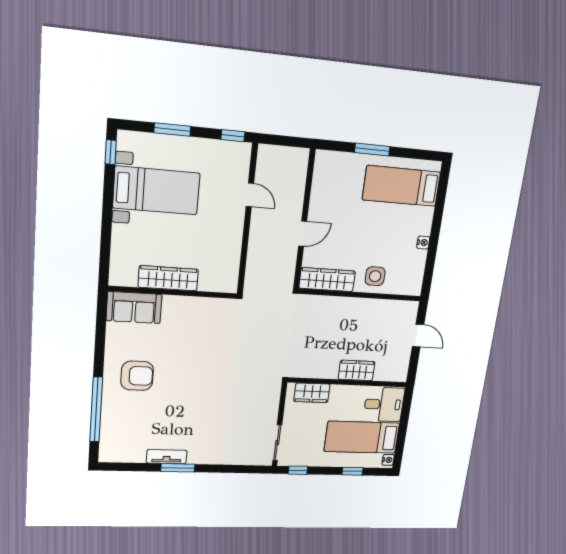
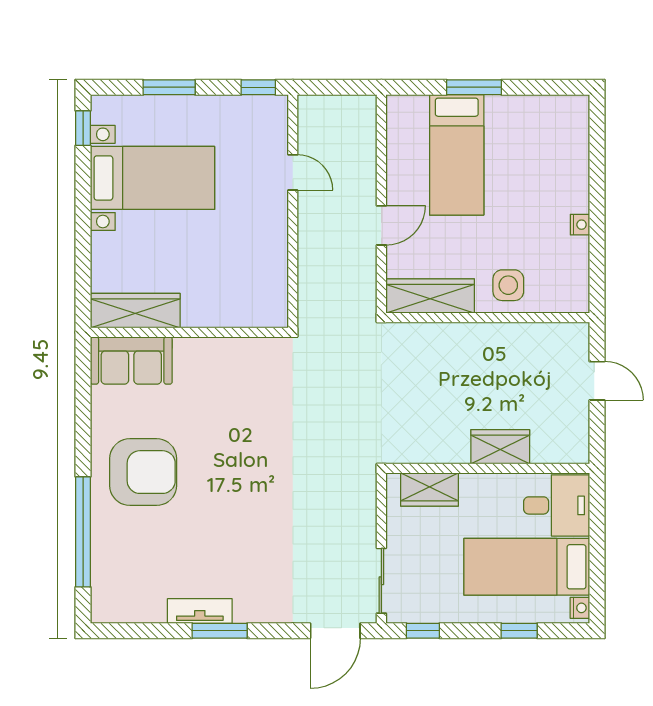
bed: (401, 186) -> (457, 155), moved, turned -90
wardrobe: (168, 278) -> (135, 311), moved
armchair: (137, 376) -> (143, 472), width x1.36, depth x1.36
door: (247, 469) -> (335, 631), added

